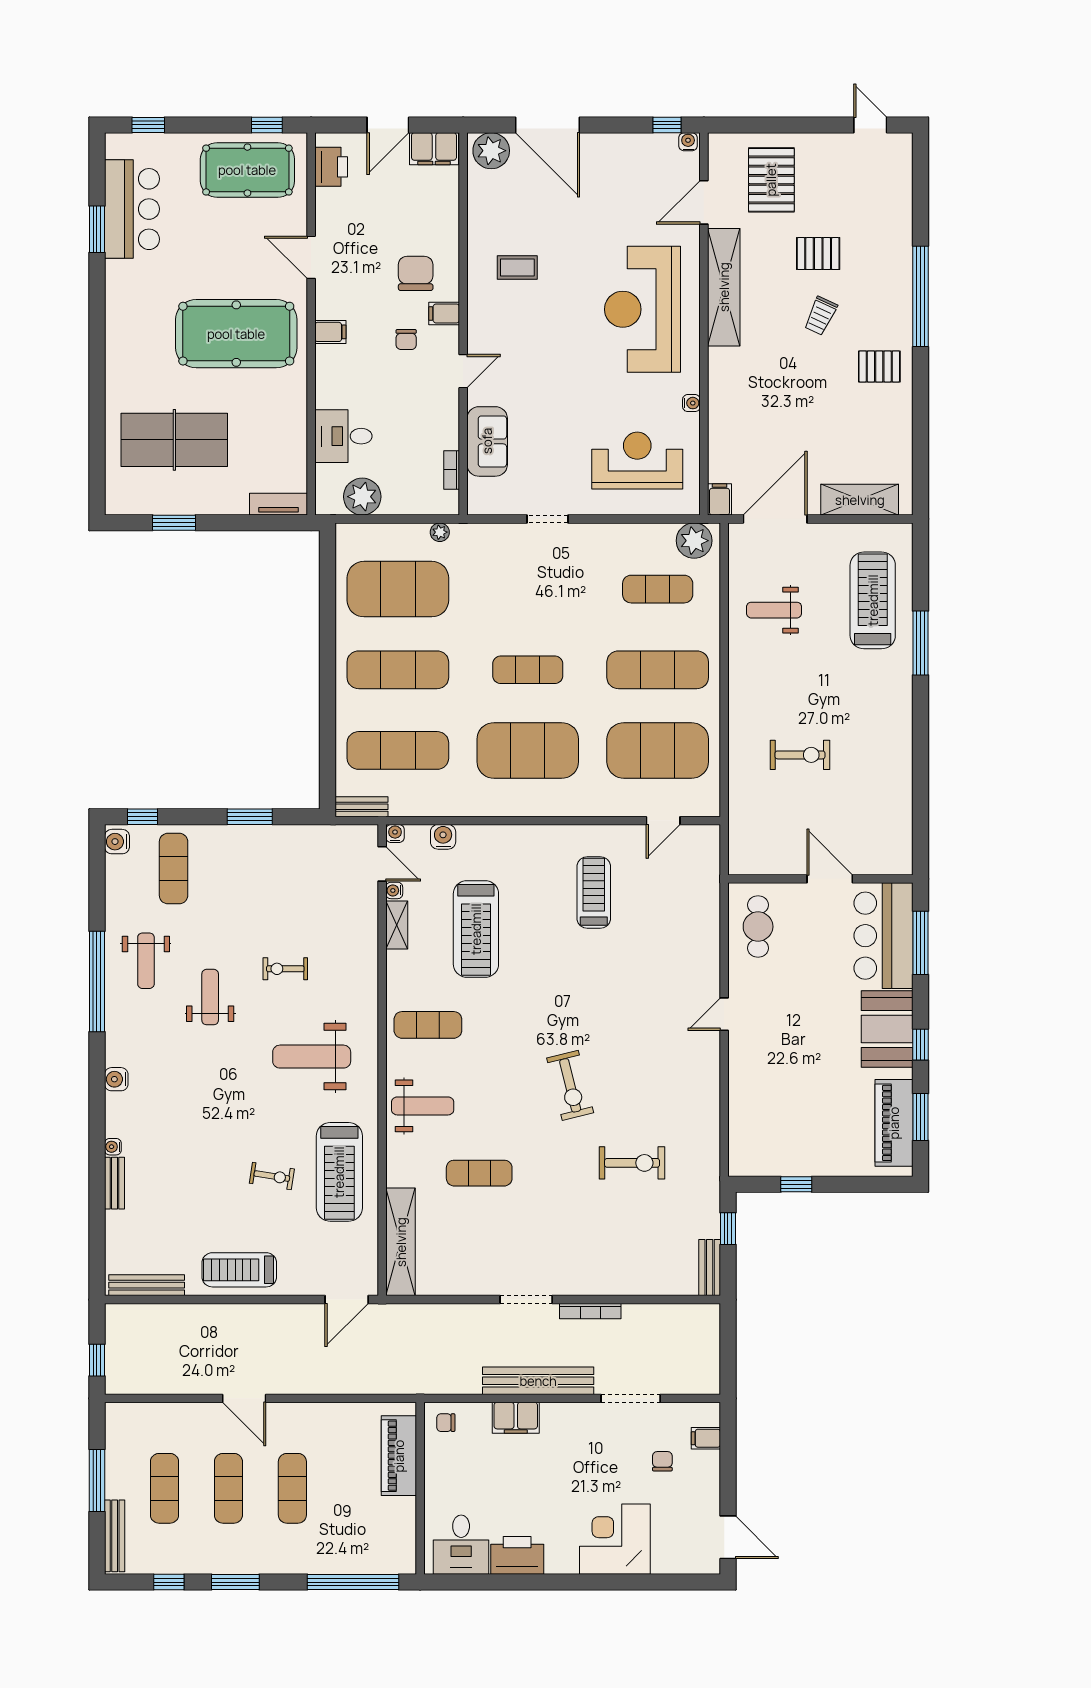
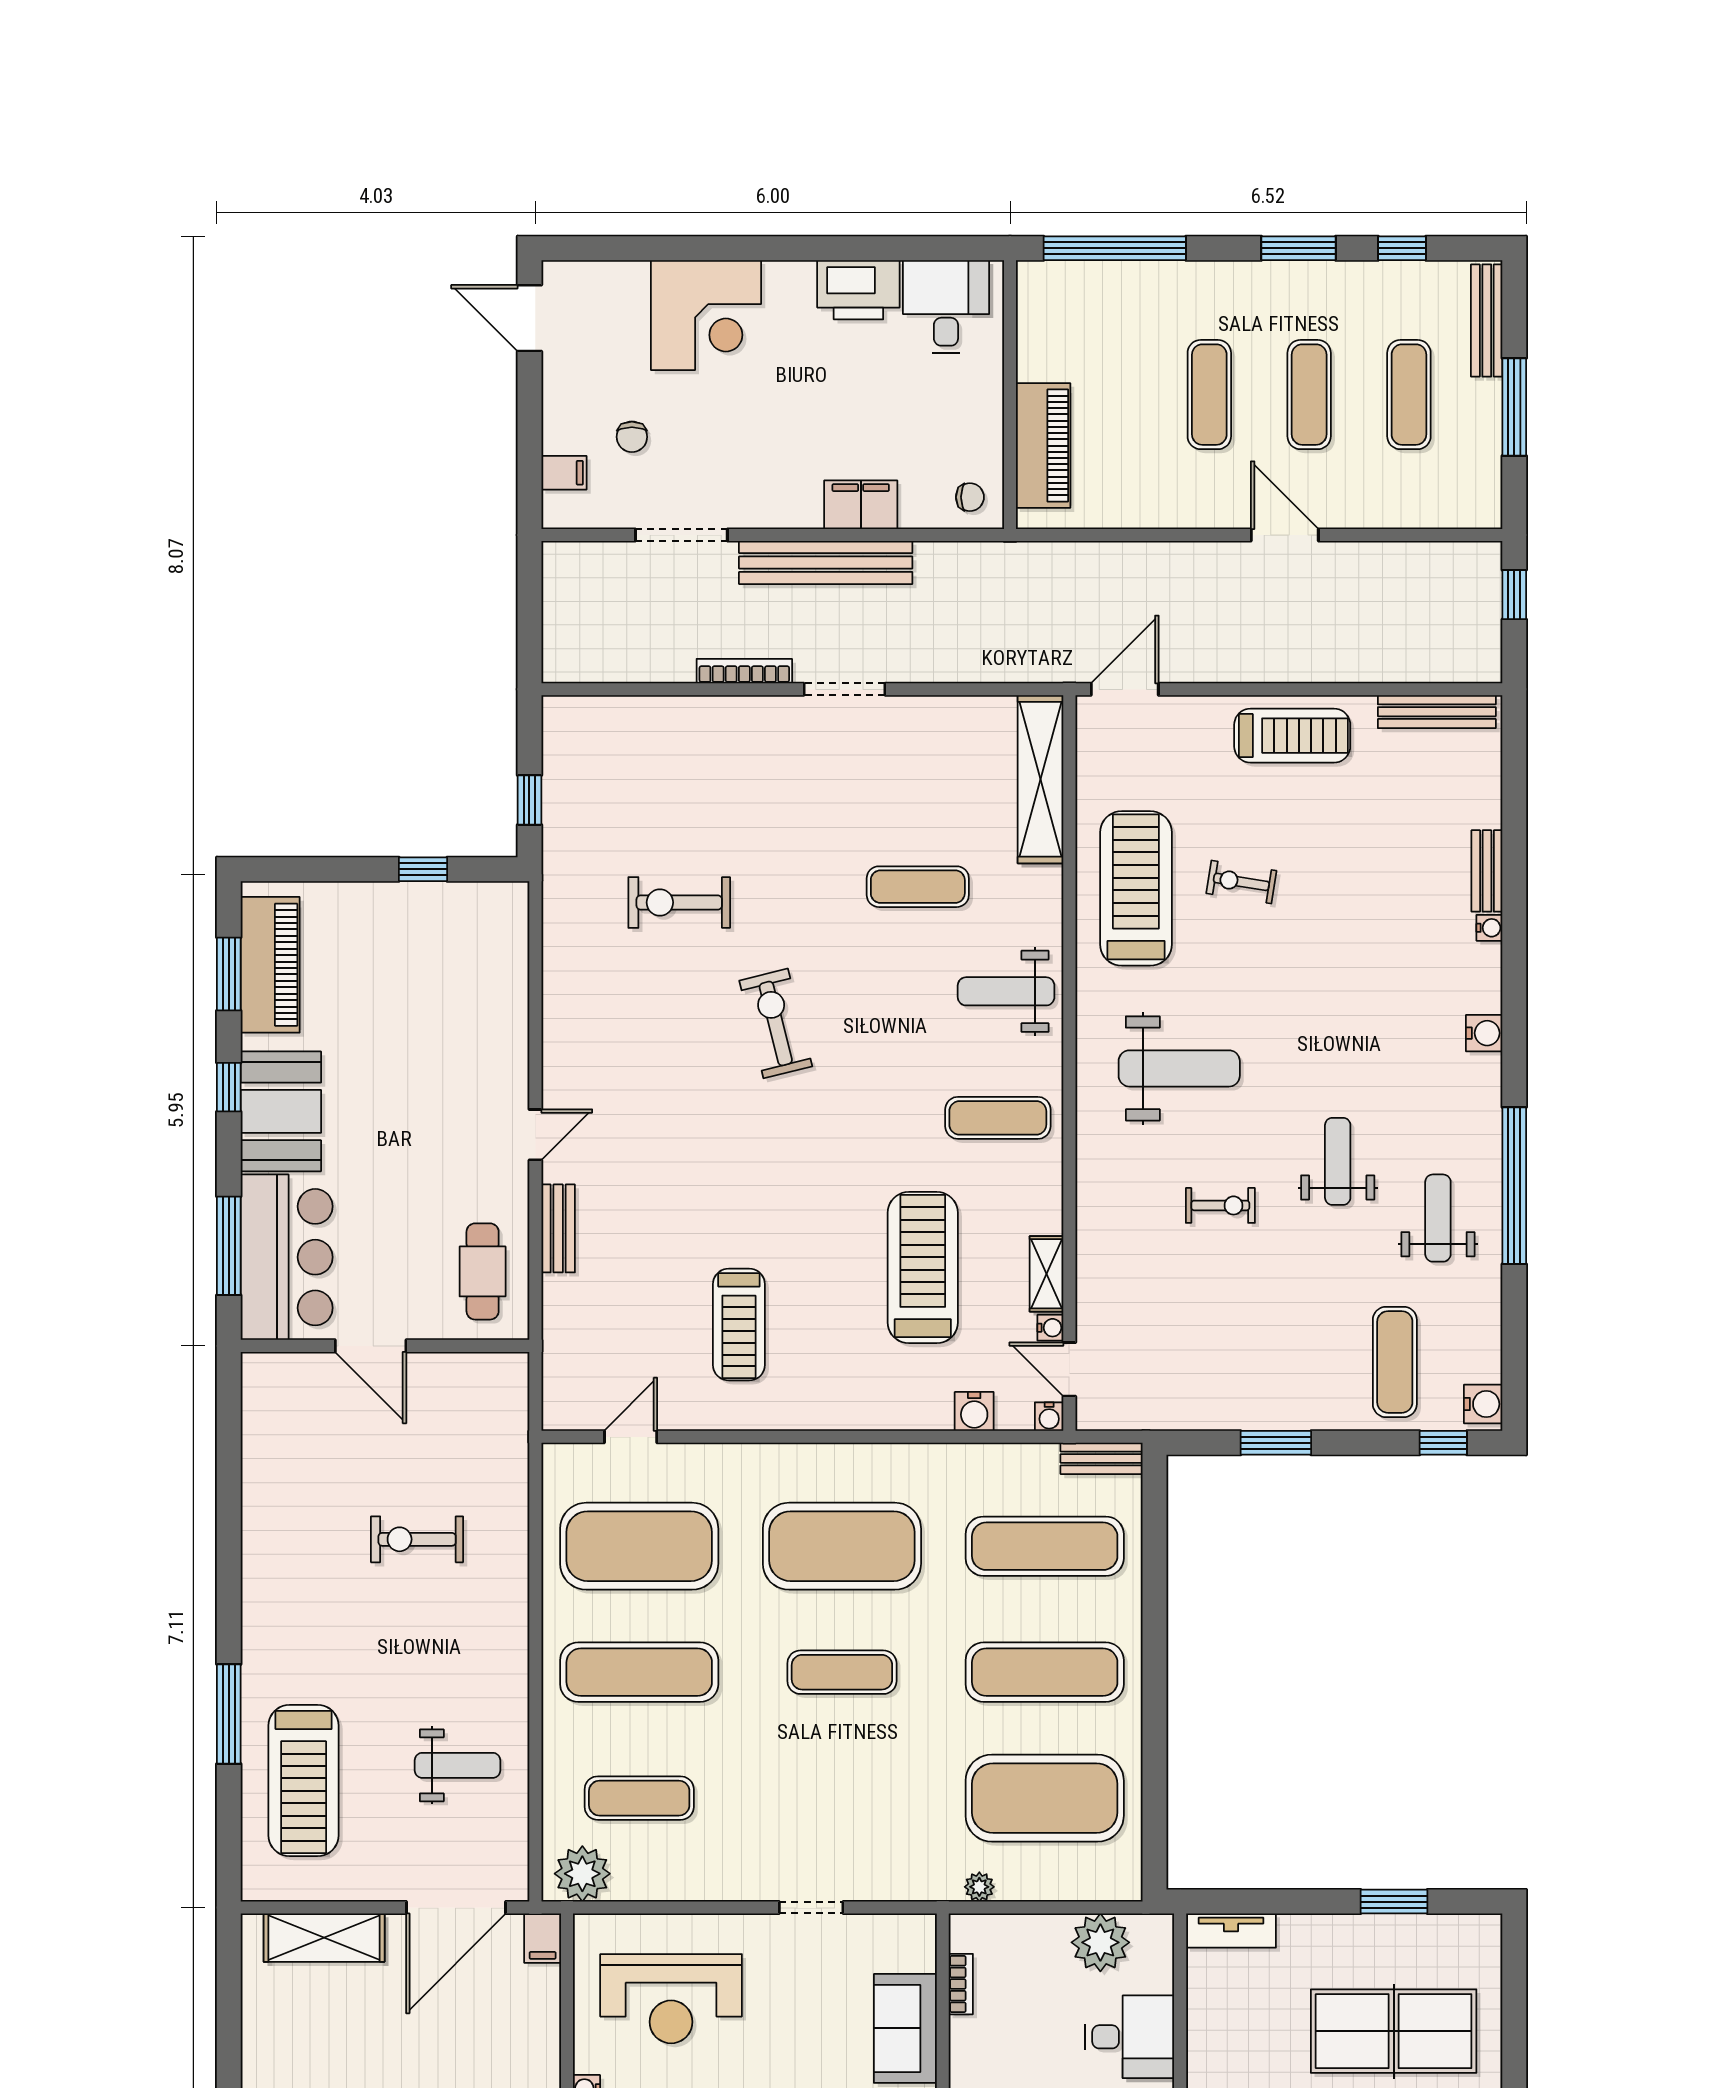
weight bench: (210, 997) -> (1338, 1161), turned 180
bench: (710, 1268) -> (558, 1228), moved

